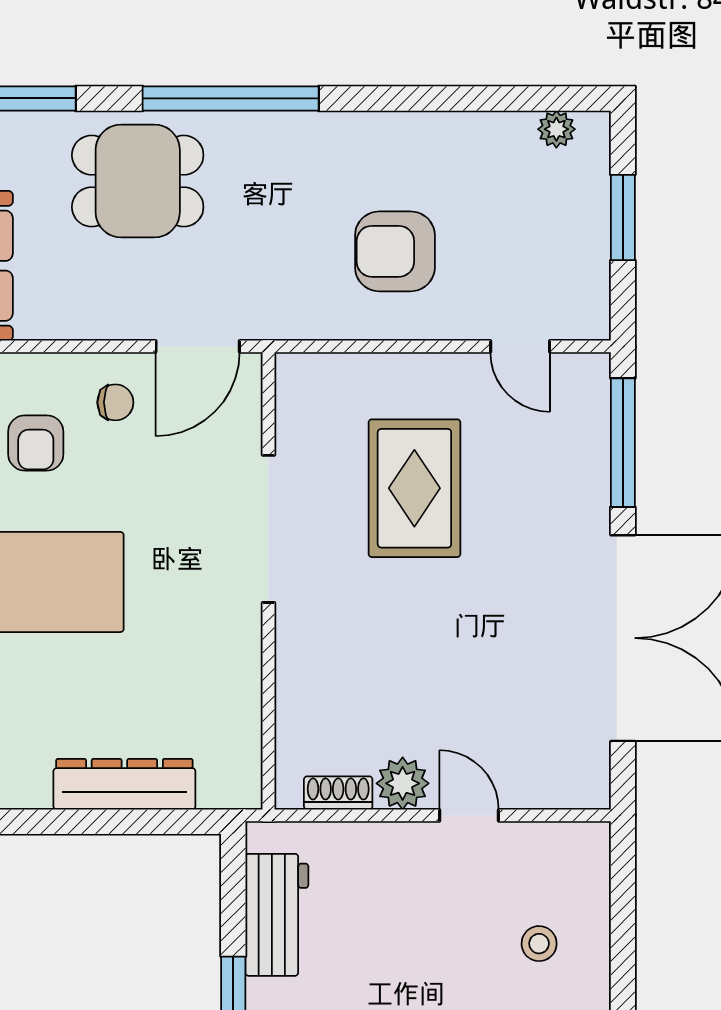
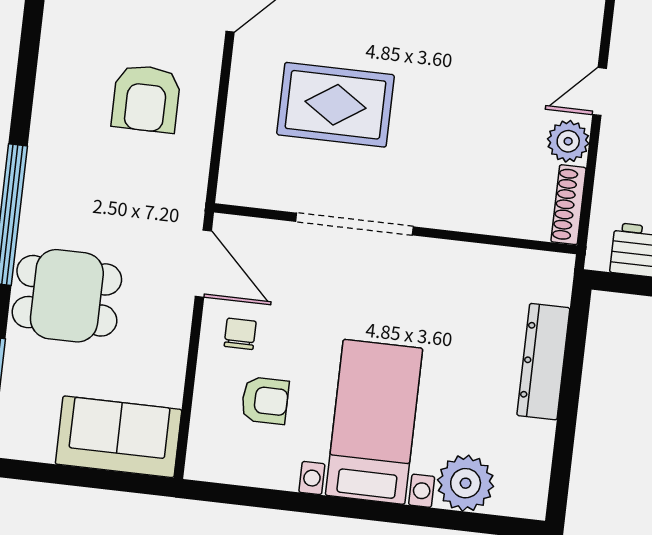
dining table: (138, 181) -> (67, 296), turned 90
shoe rack: (338, 793) -> (569, 205), width x1.43

